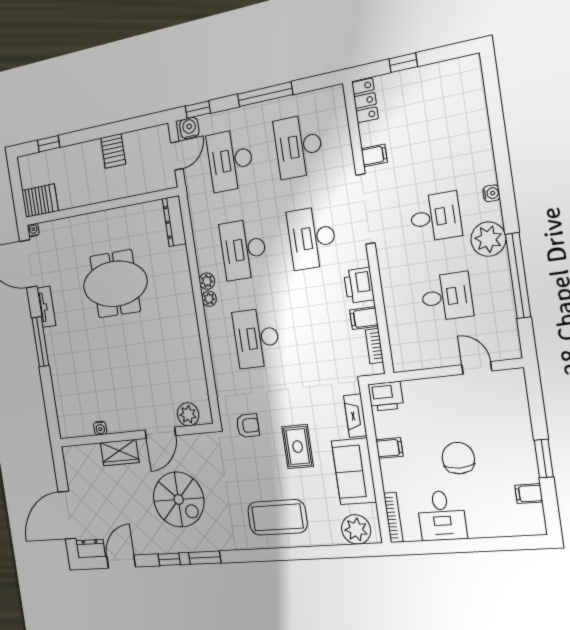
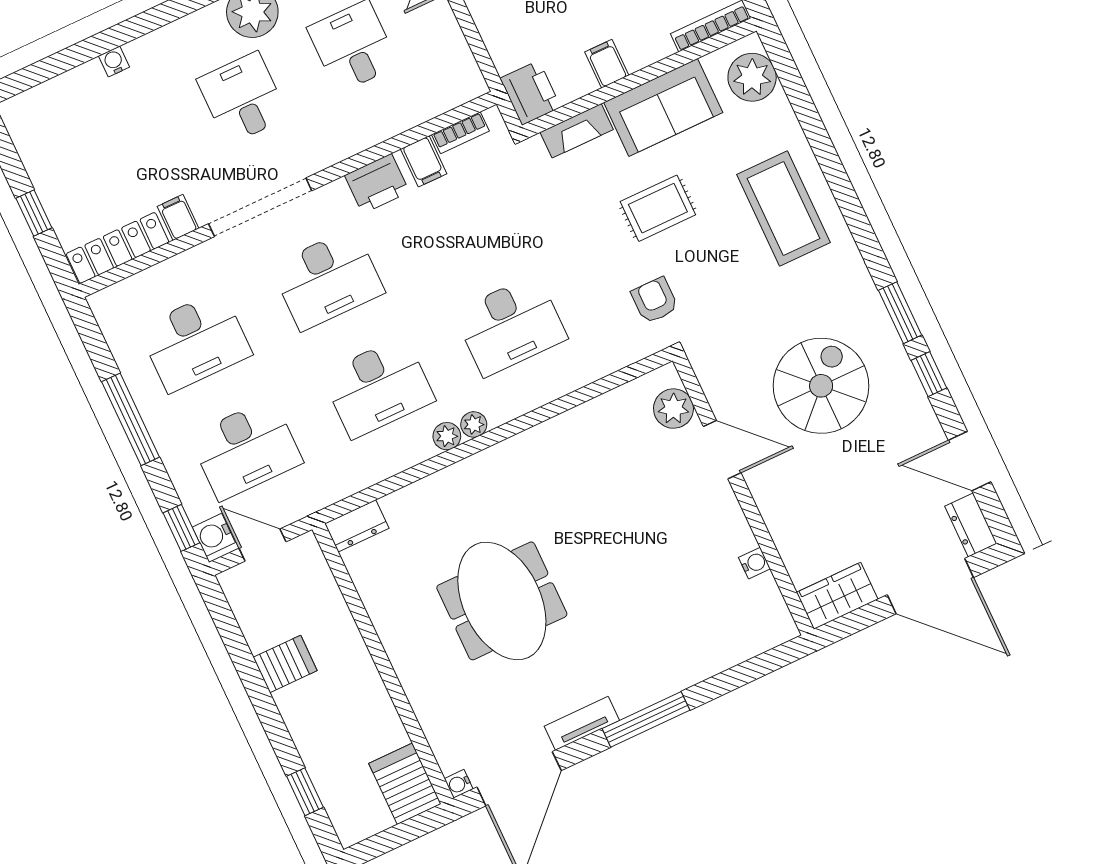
locker: (365, 101) -> (118, 248), width x1.53
water cooler: (491, 193) -> (114, 61), moved
dresser: (174, 221) -> (357, 526), width x0.70
wardrobe: (120, 453) -> (837, 596), moved, turned -90

